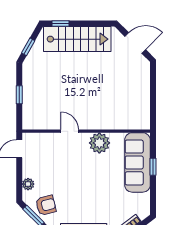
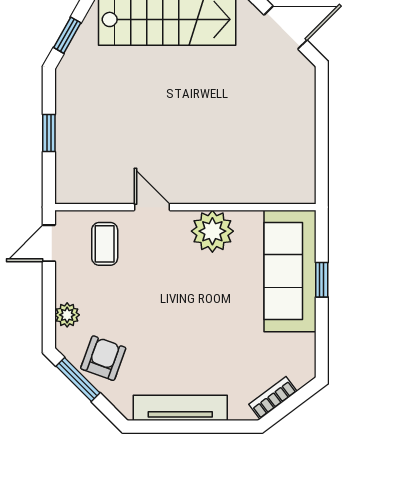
coffee table: (47, 149) -> (105, 244), added
armchair: (46, 205) -> (103, 358), turned -56

